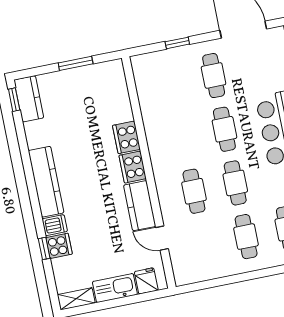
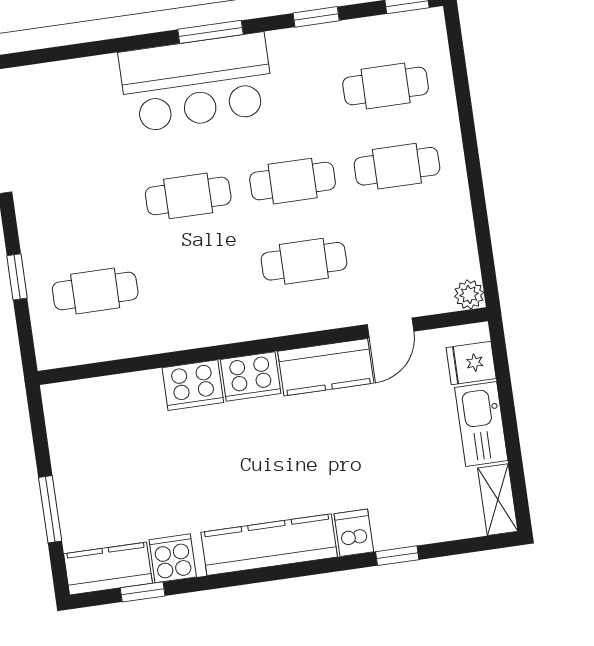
window: (76, 63) -> (50, 509), moved
cafe table: (214, 76) -> (95, 291), moved
window: (14, 100) -> (143, 592), moved
cooker: (59, 246) -> (173, 558), moved
plant: (182, 278) -> (469, 295), added

